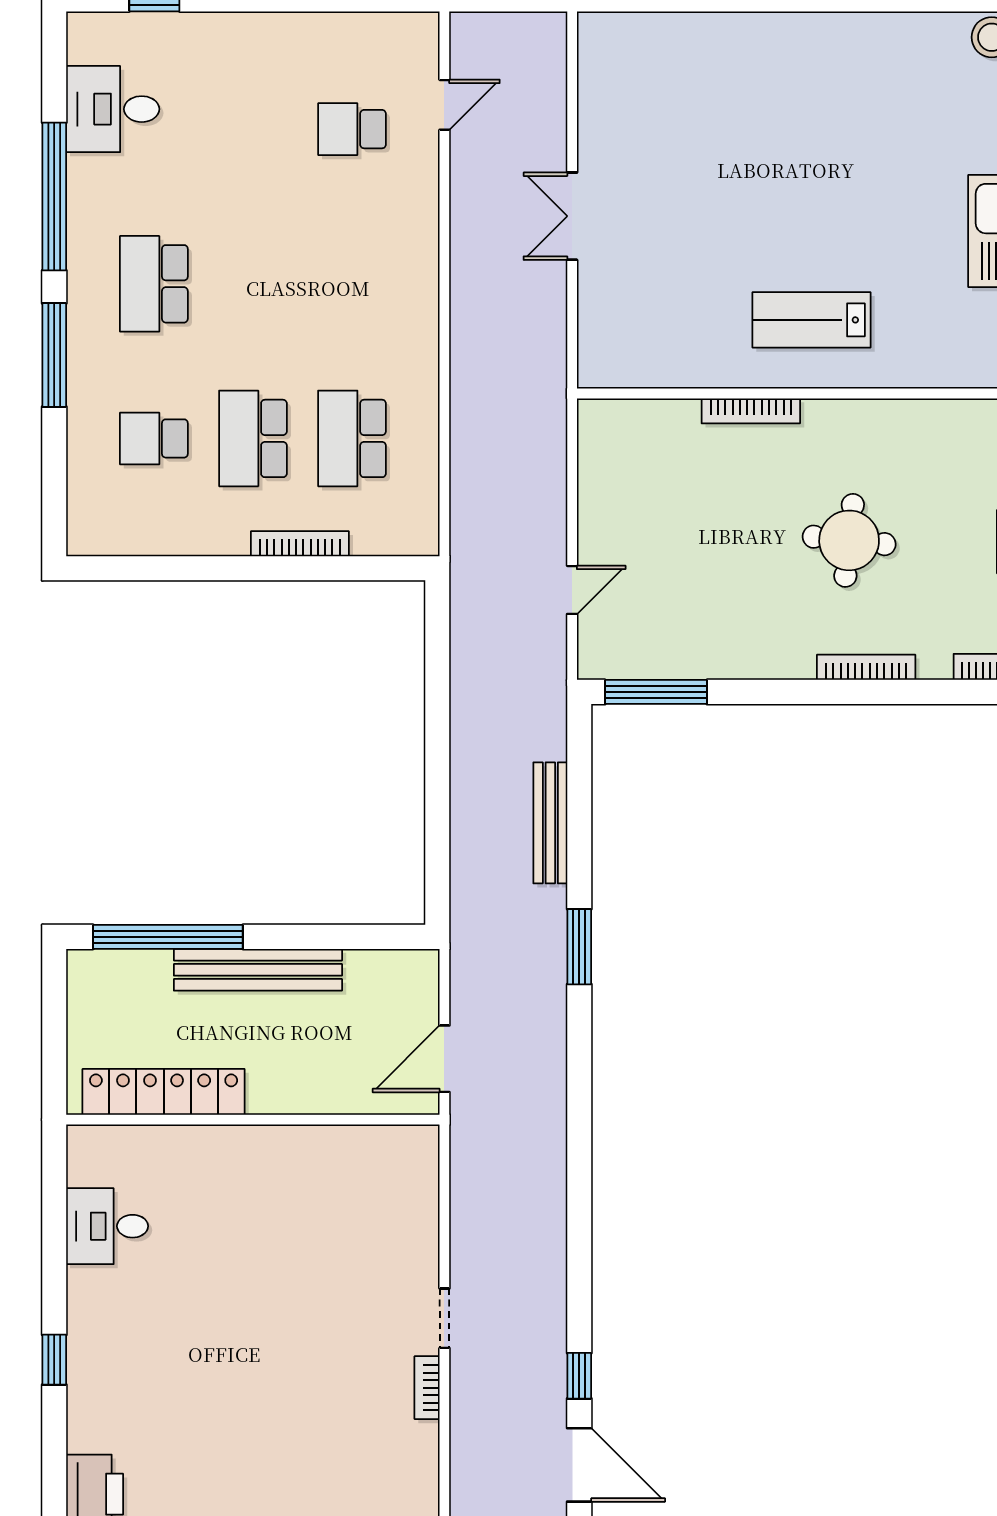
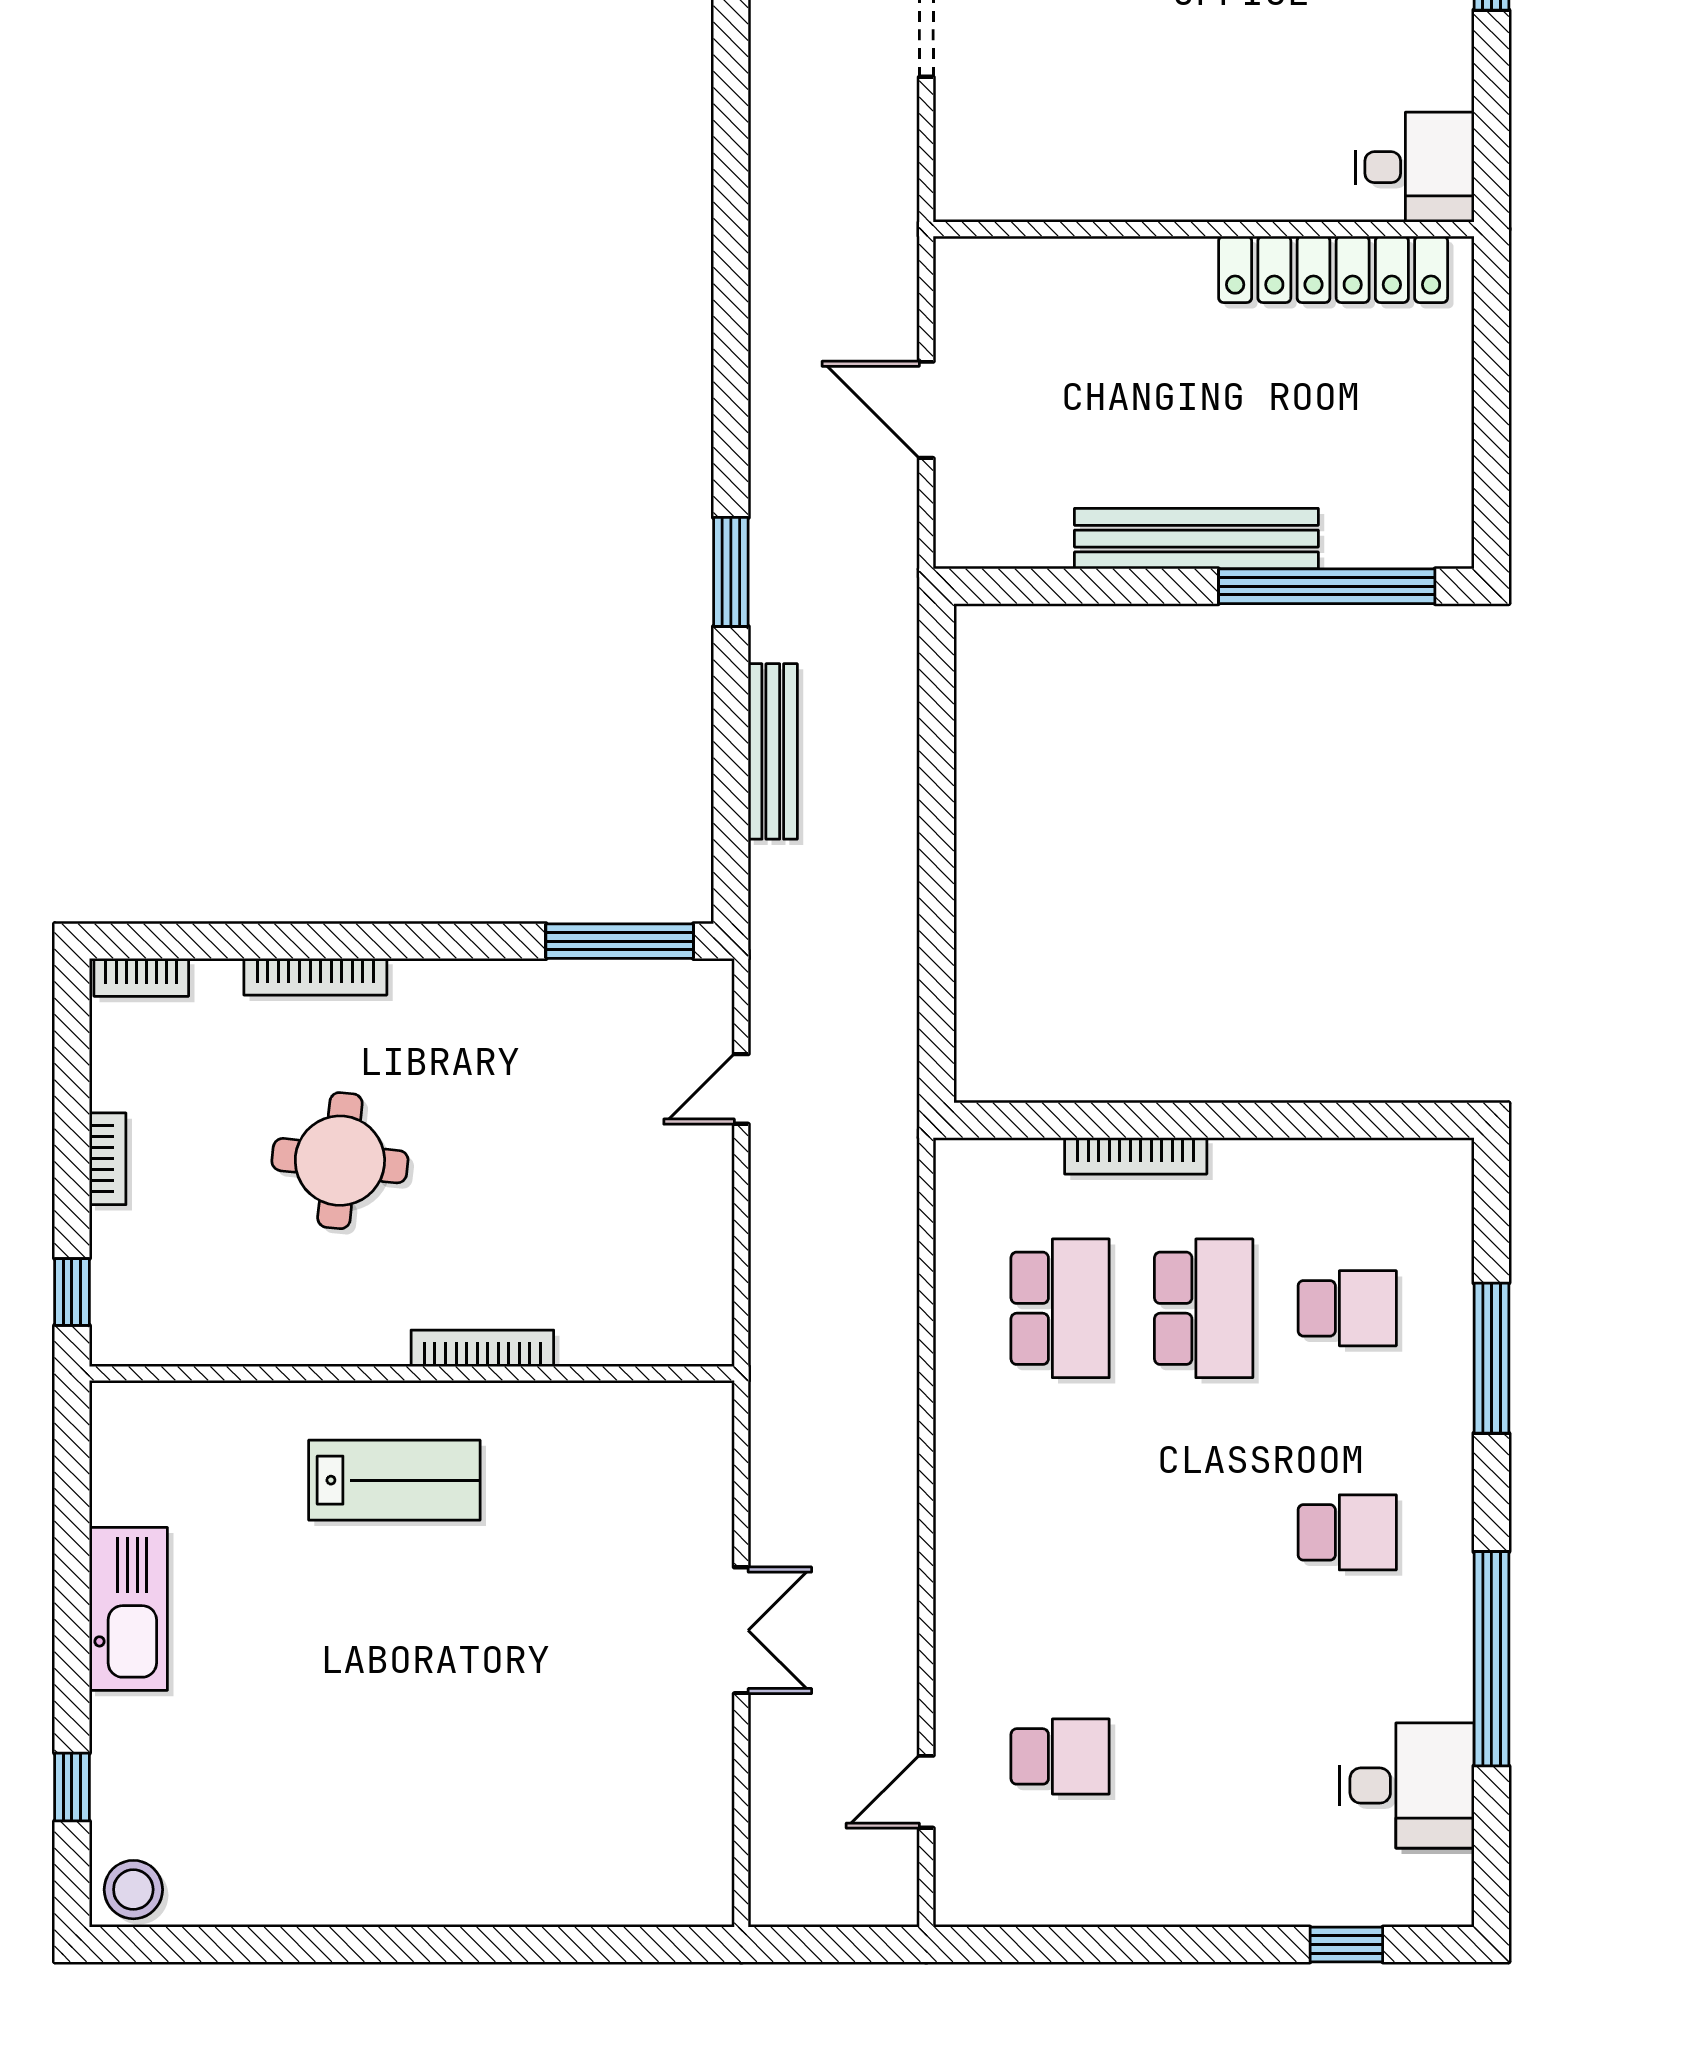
school desk: (154, 284) -> (1347, 1532), width x0.54
window: (54, 355) -> (1491, 1358), moved
door: (444, 1059) -> (926, 410), swing flipped
locker: (164, 1092) -> (1333, 269), moved
wall: (253, 1120) -> (1204, 229), moved

